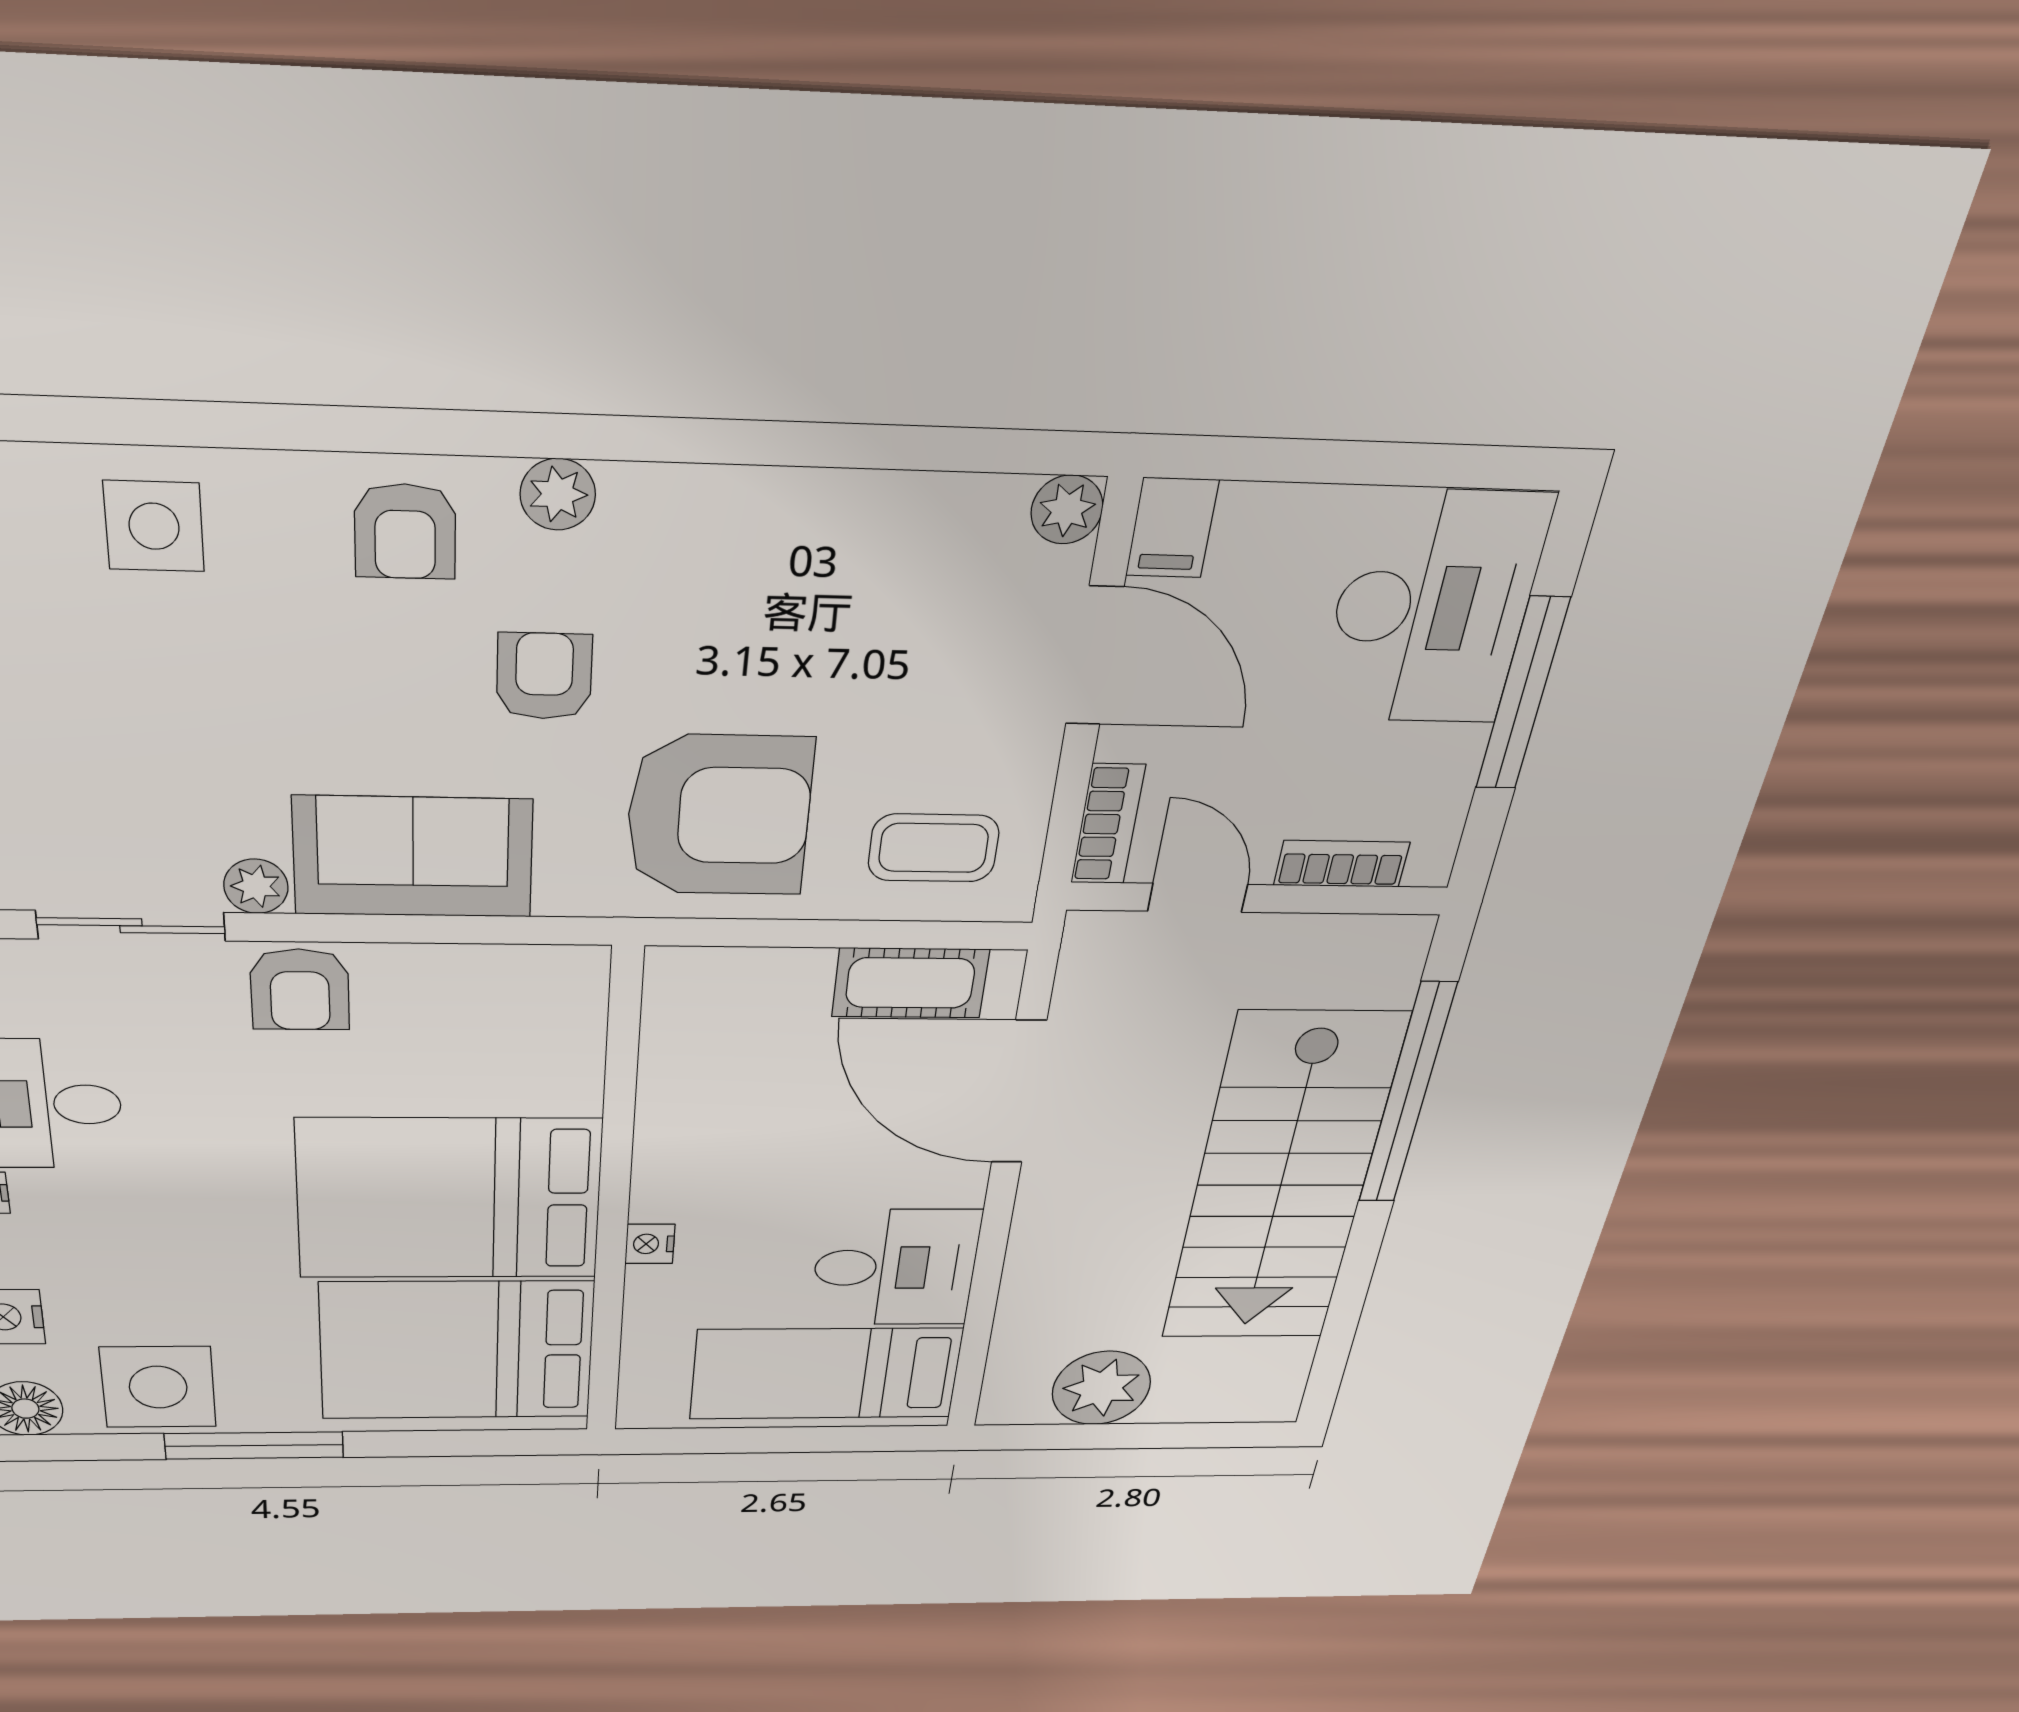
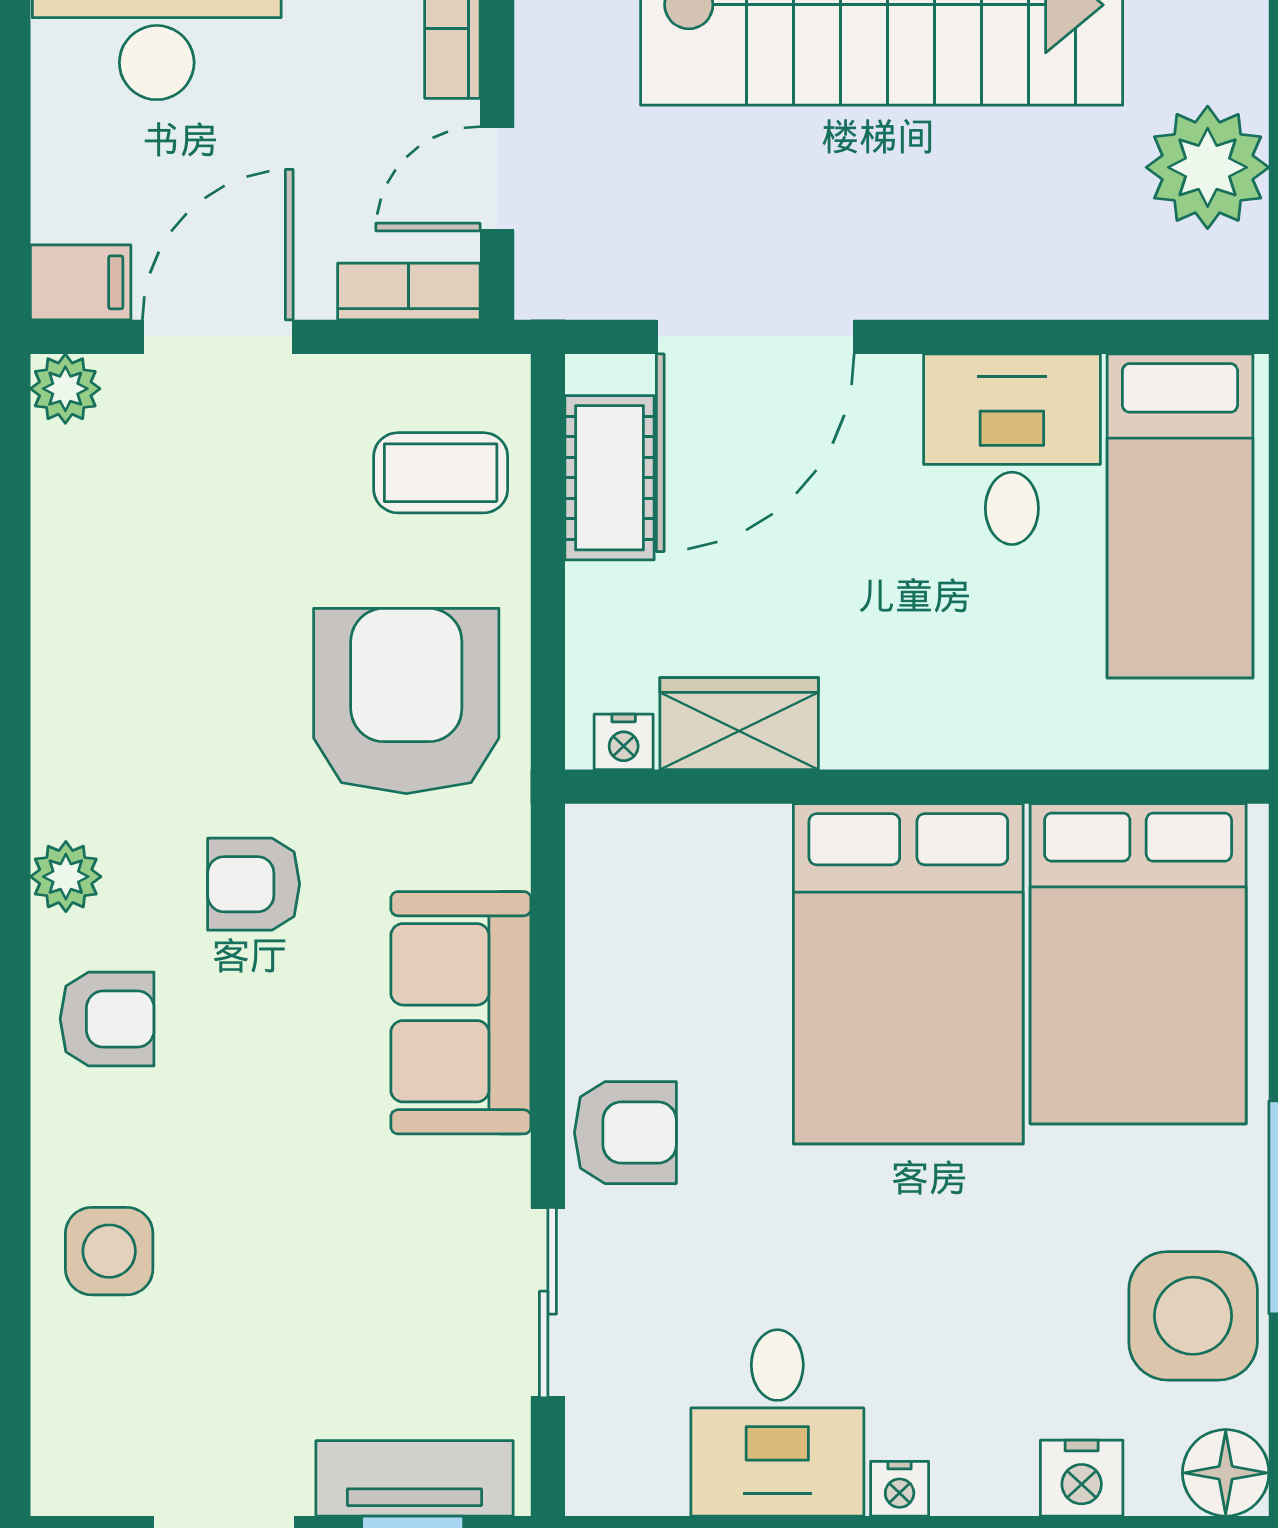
coffee table: (934, 848) -> (441, 473), turned 90
plant: (256, 886) -> (498, 1173), removed
wardrobe: (678, 1079) -> (739, 724), added
nightstand: (650, 1244) -> (624, 742), moved

